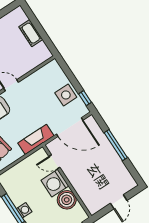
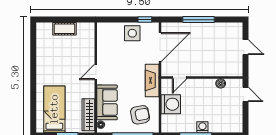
washing machine: (55, 183) -> (171, 104), moved, turned -90
boiler: (67, 200) -> (221, 83), width x0.54, depth x0.54

